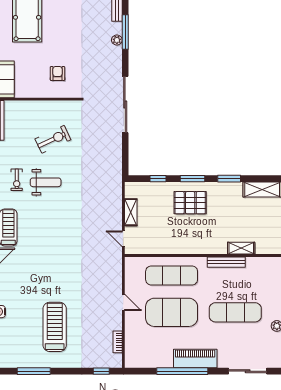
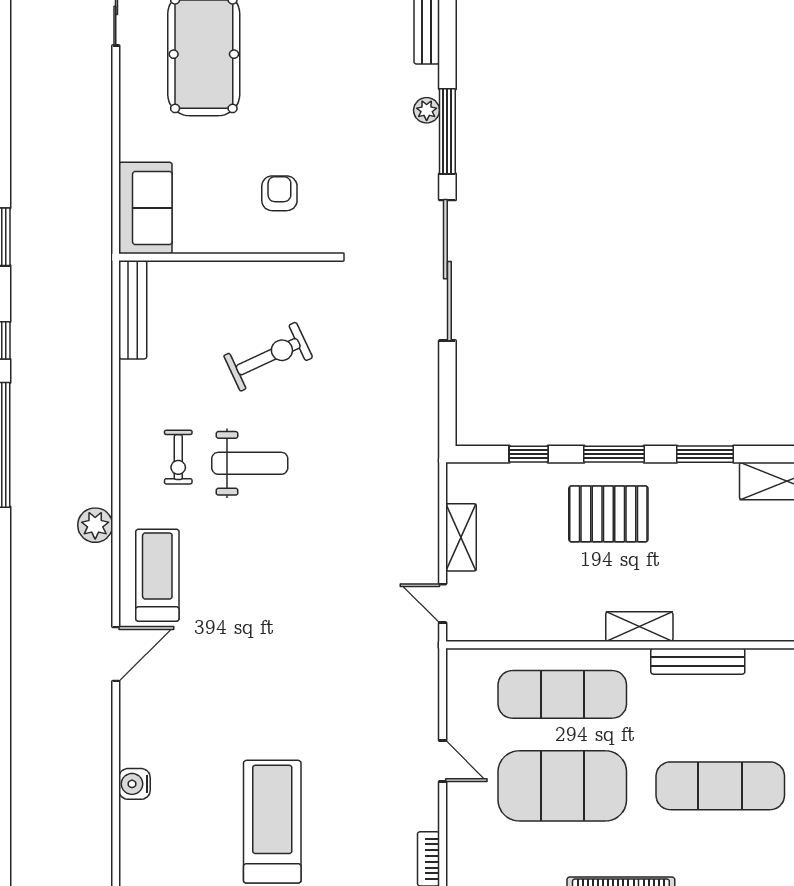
window: (125, 32) -> (447, 131), moved
shelving: (241, 248) -> (639, 627), moved

